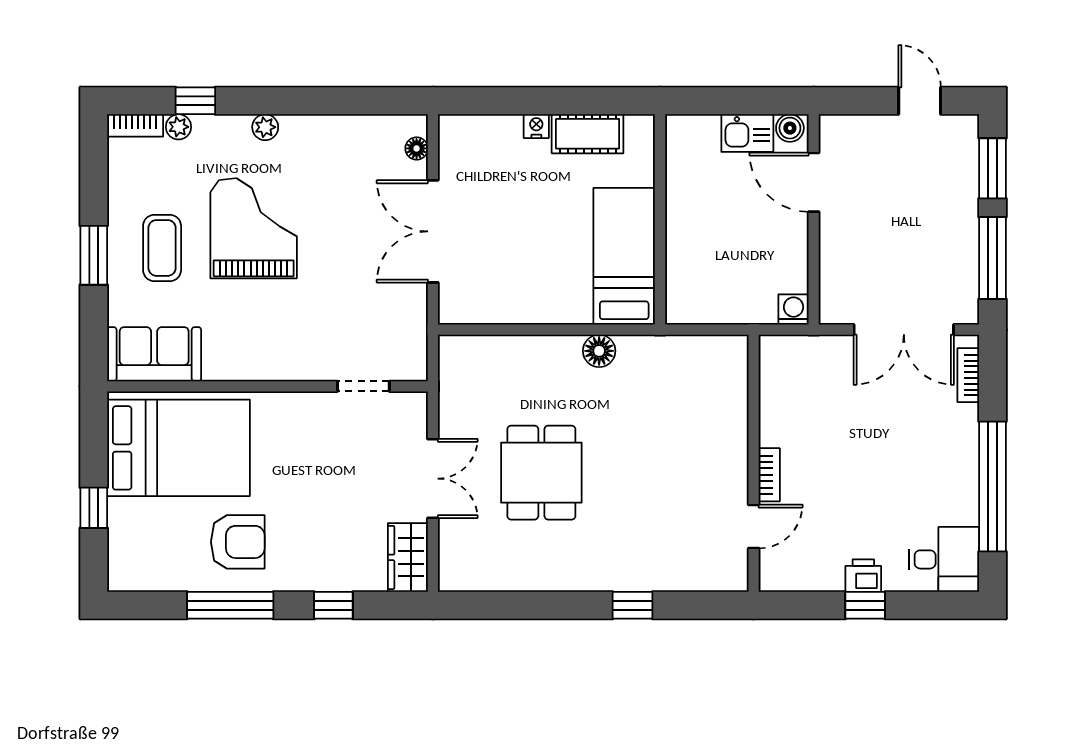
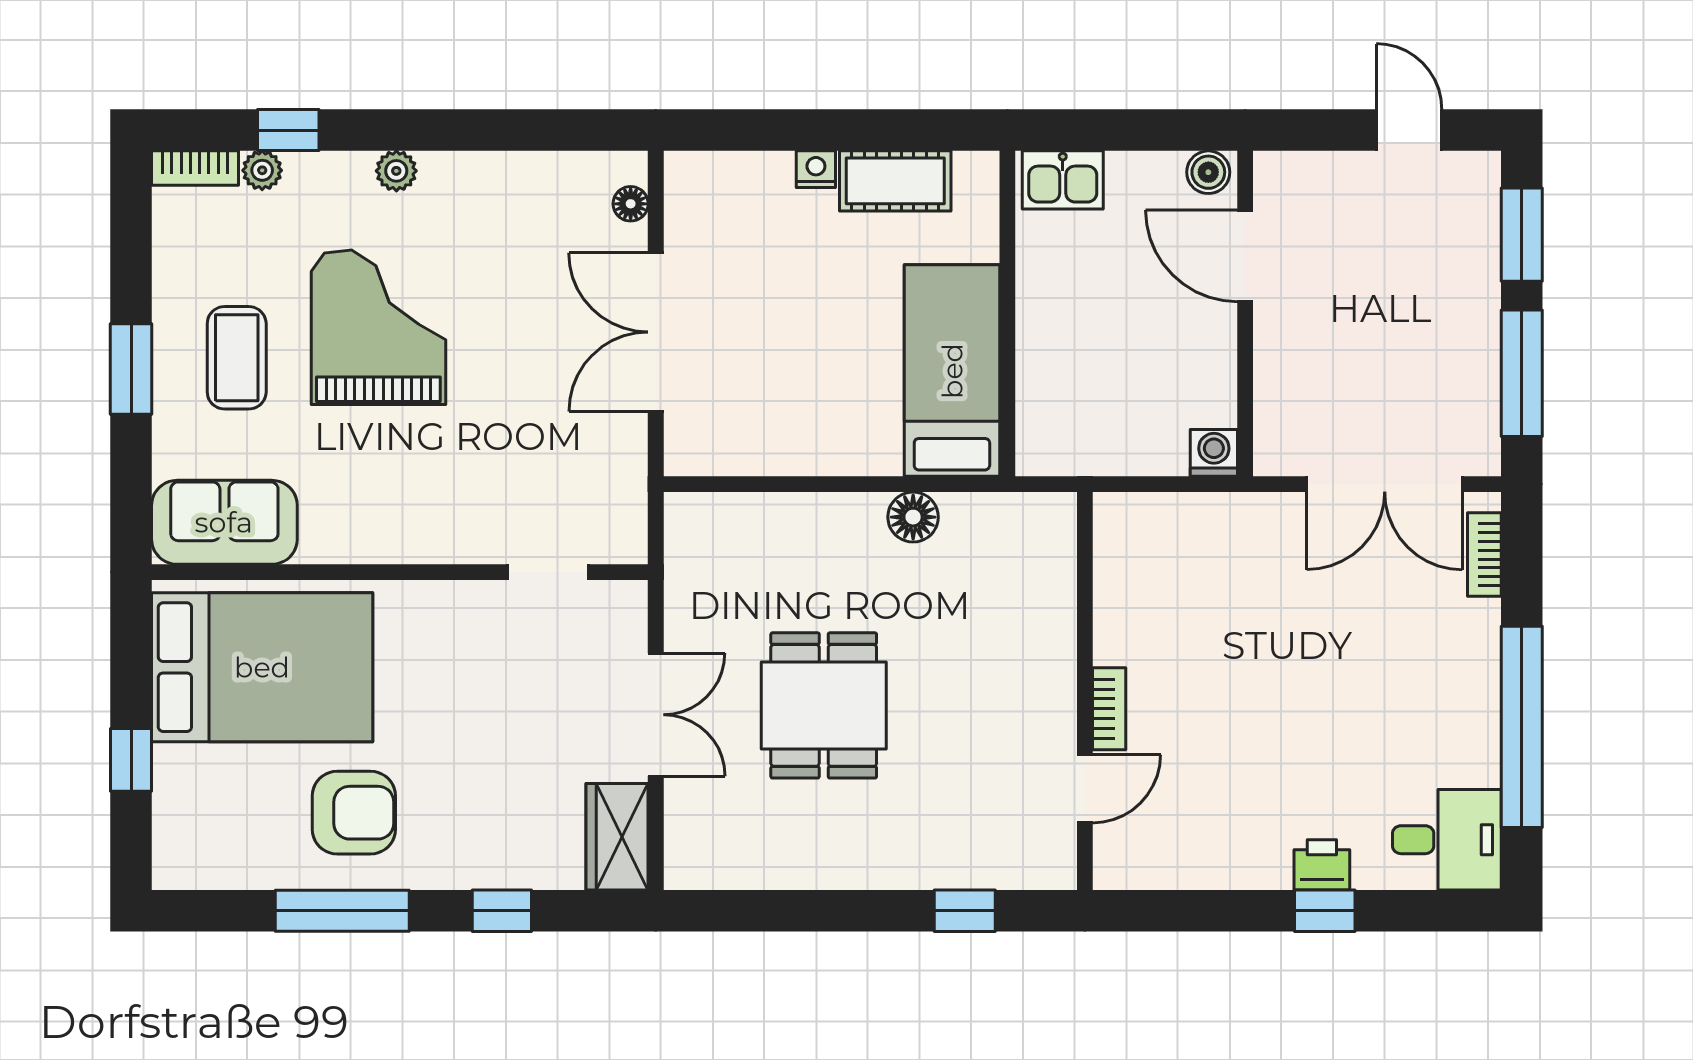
kitchen sink: (747, 133) -> (1063, 180), moved
wall: (754, 463) -> (1085, 691), moved
bookcase: (769, 475) -> (1109, 709), moved
door: (754, 526) -> (1085, 789), moved

